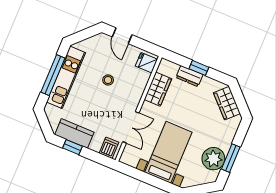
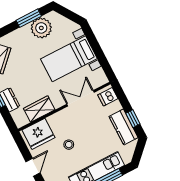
fridge: (146, 63) -> (38, 134), width x1.88, depth x1.34

